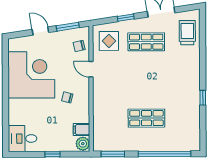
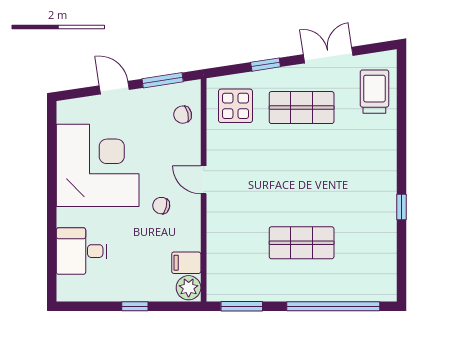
door: (91, 69) -> (204, 180), moved
desk: (22, 139) -> (82, 251), moved

